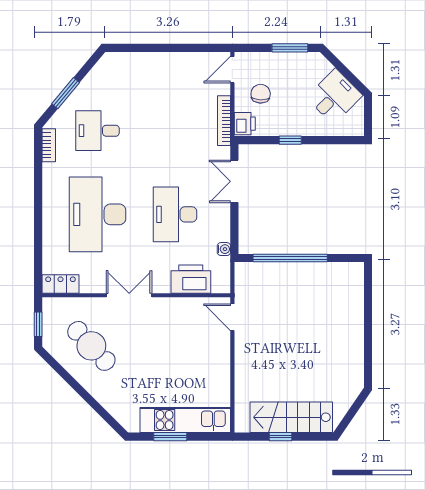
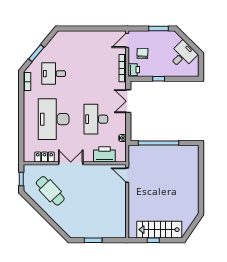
locker: (60, 284) -> (44, 157), moved
kitchen unit: (185, 420) -> (101, 231), removed

